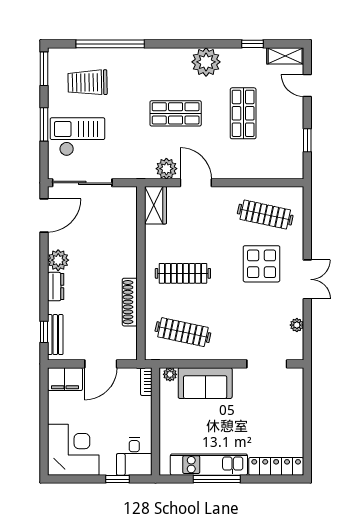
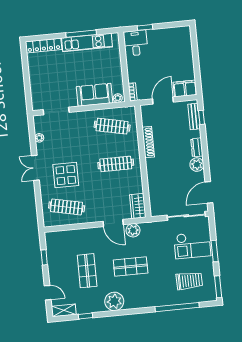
corner desk: (73, 450) -> (175, 43), removed

